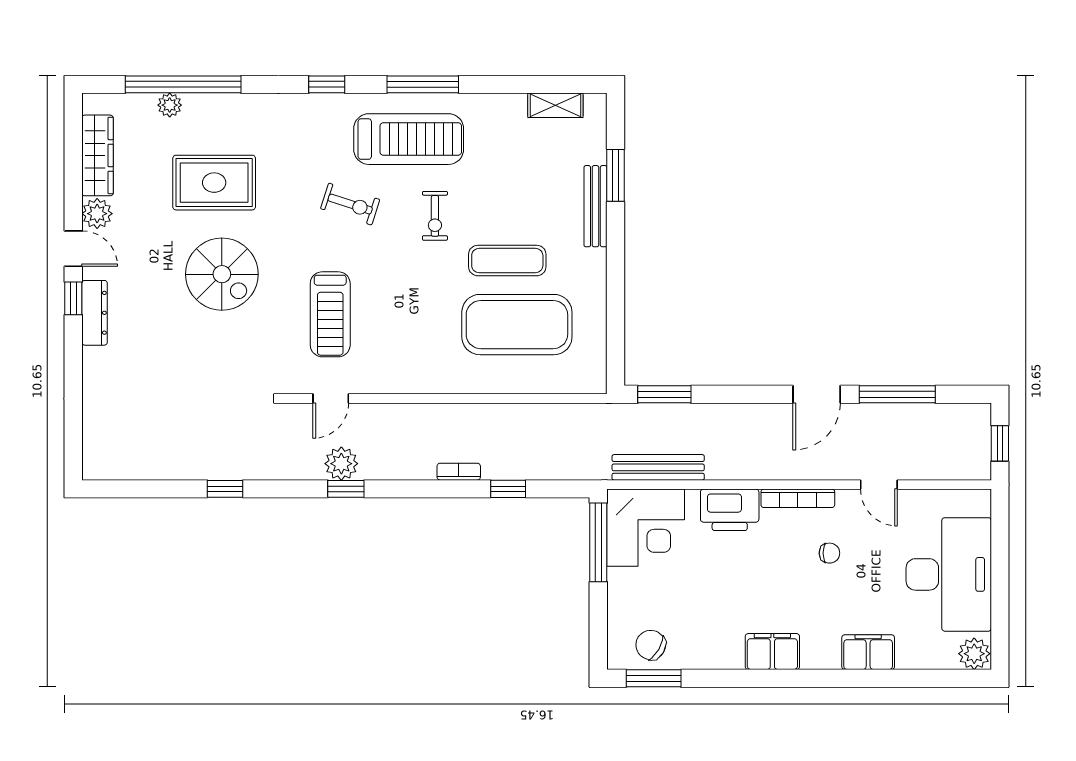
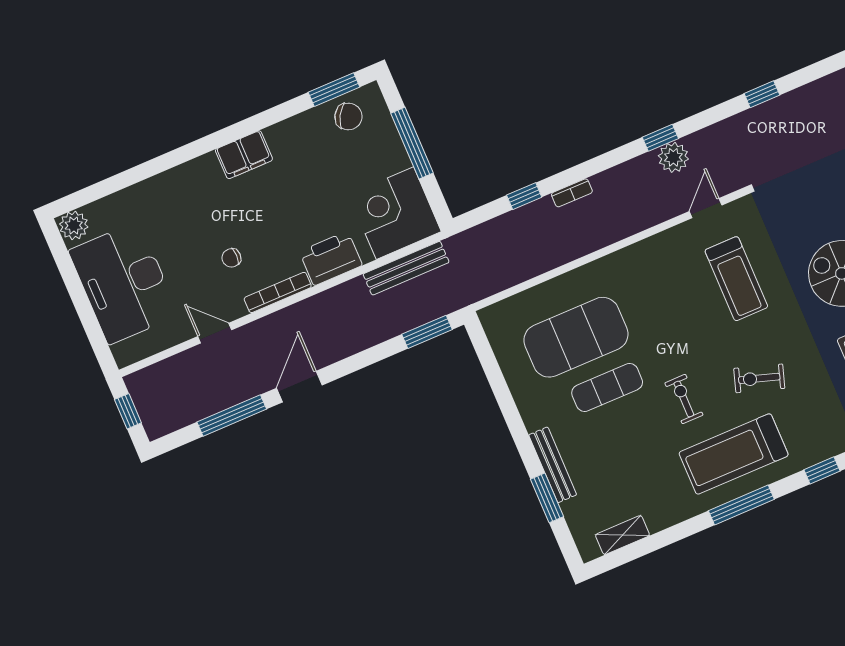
treadmill: (330, 314) -> (736, 279), turned 180
window: (598, 542) -> (412, 143), moved
filing cabinet: (868, 652) -> (163, 189), removed

